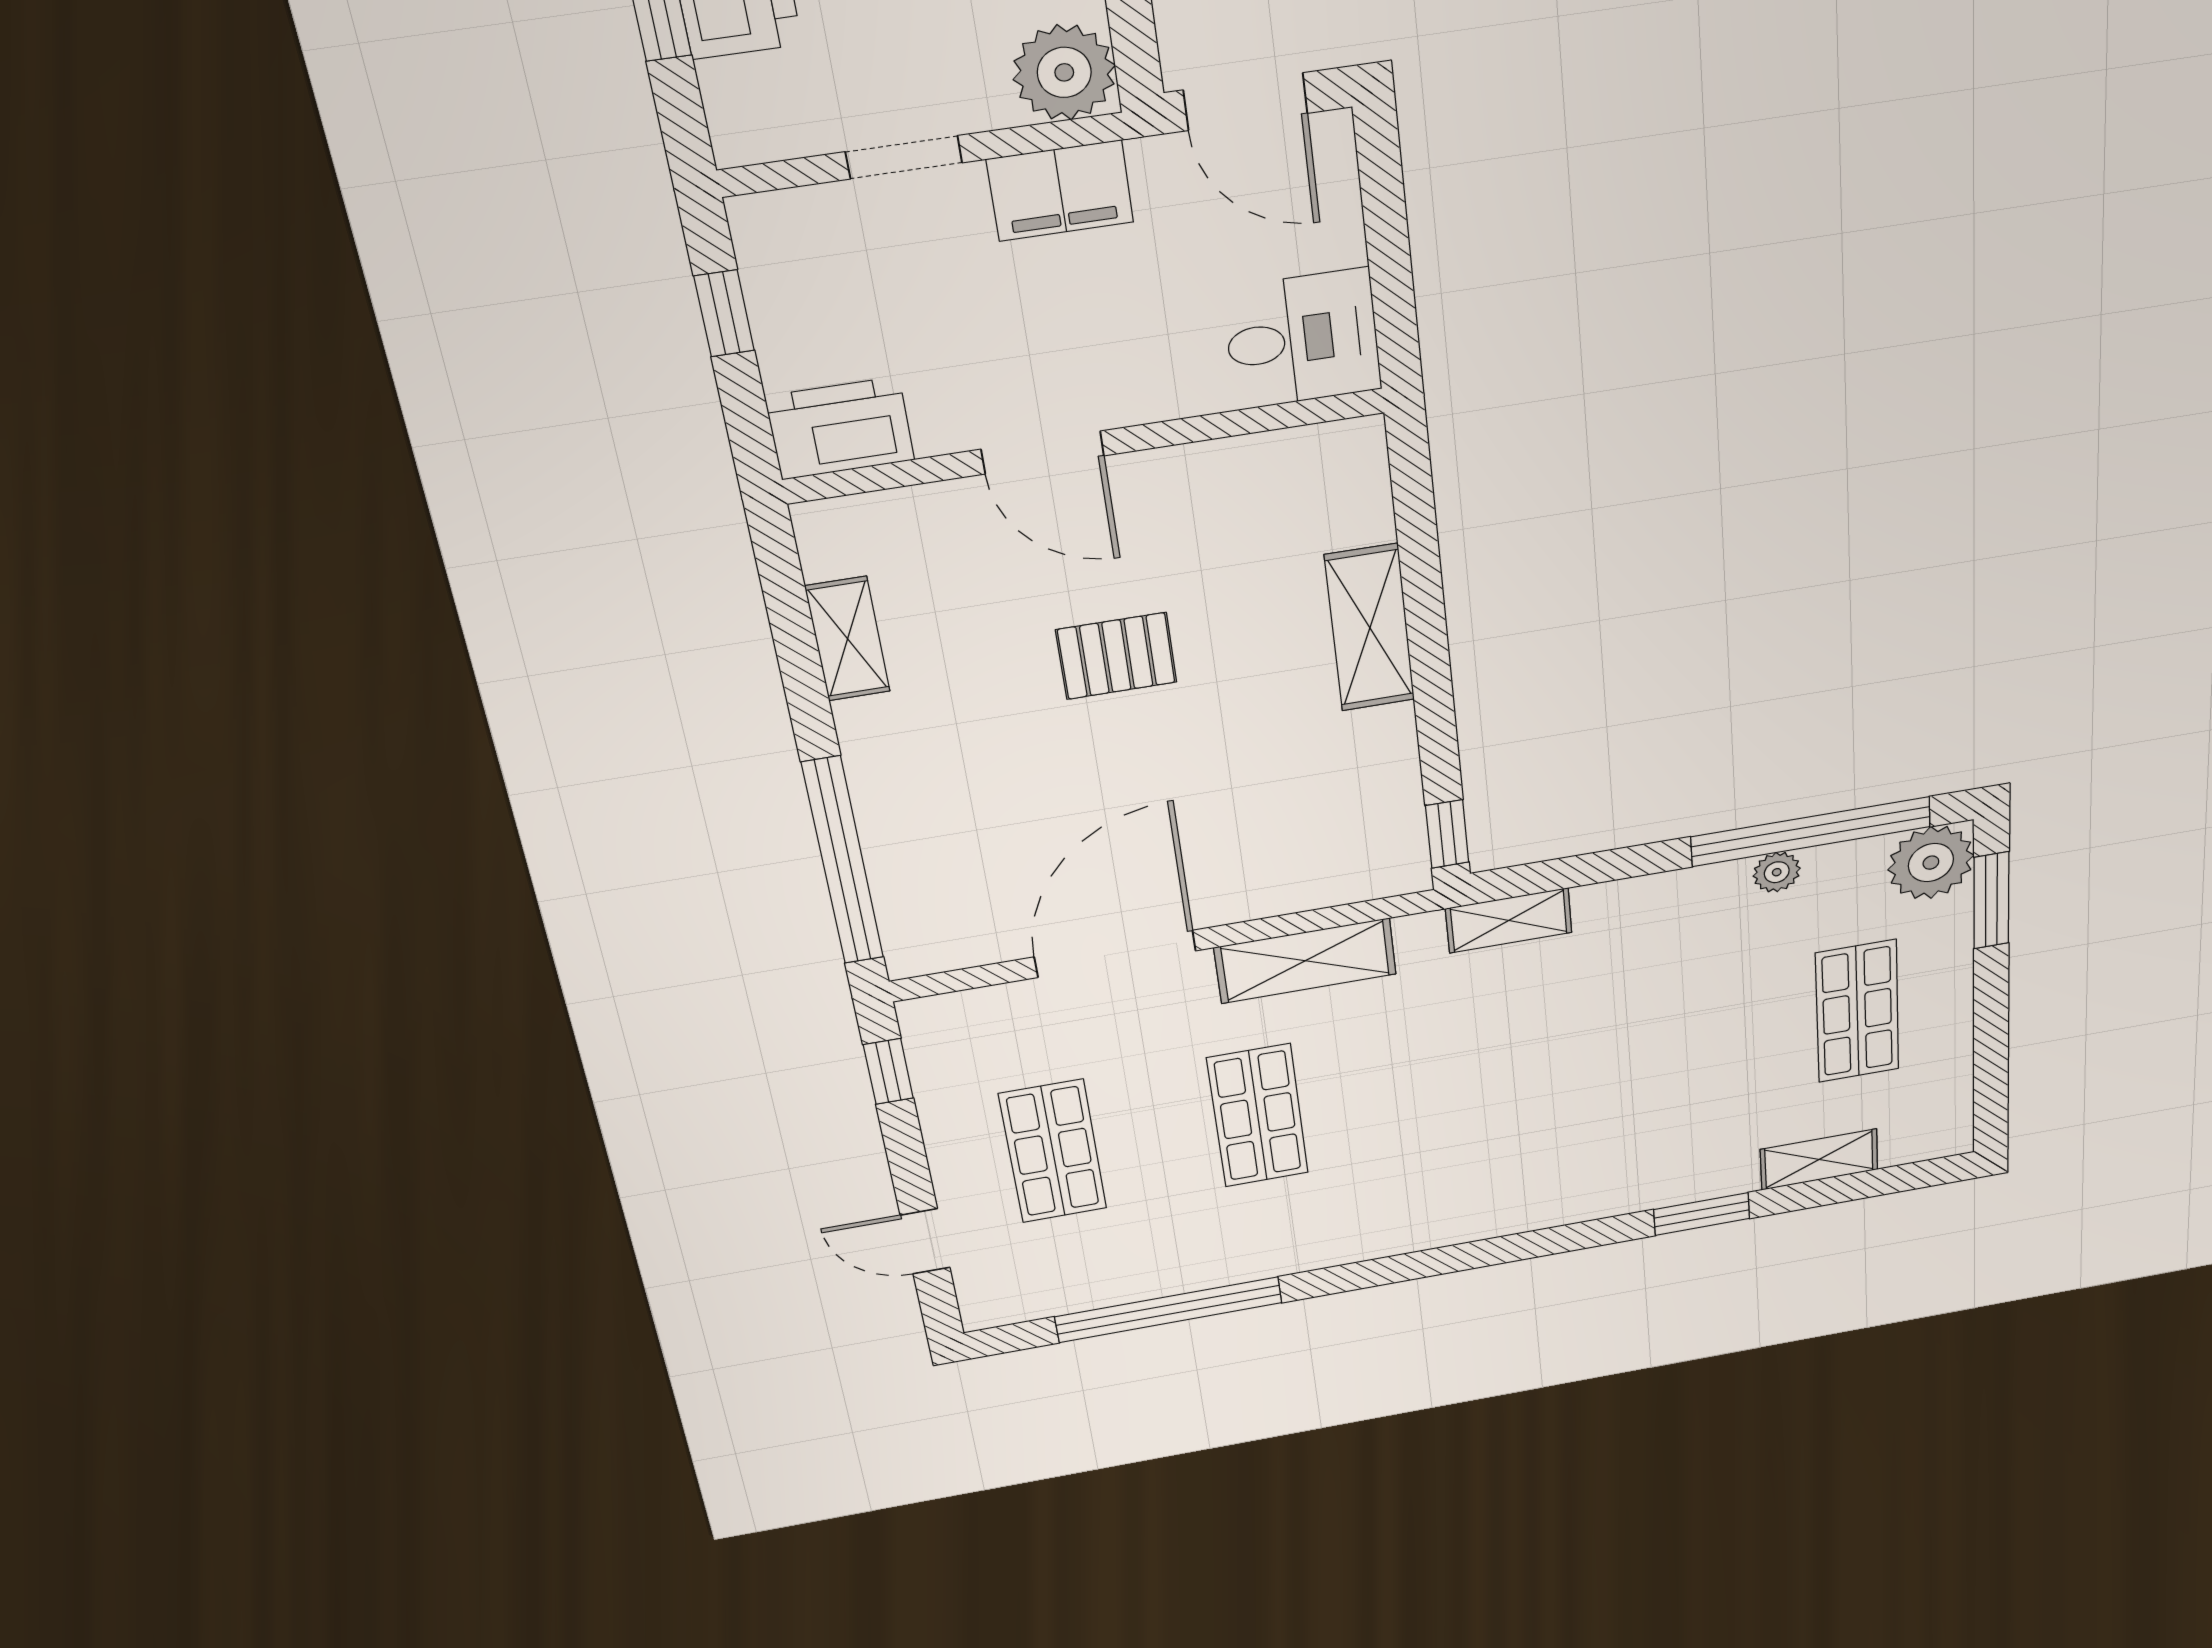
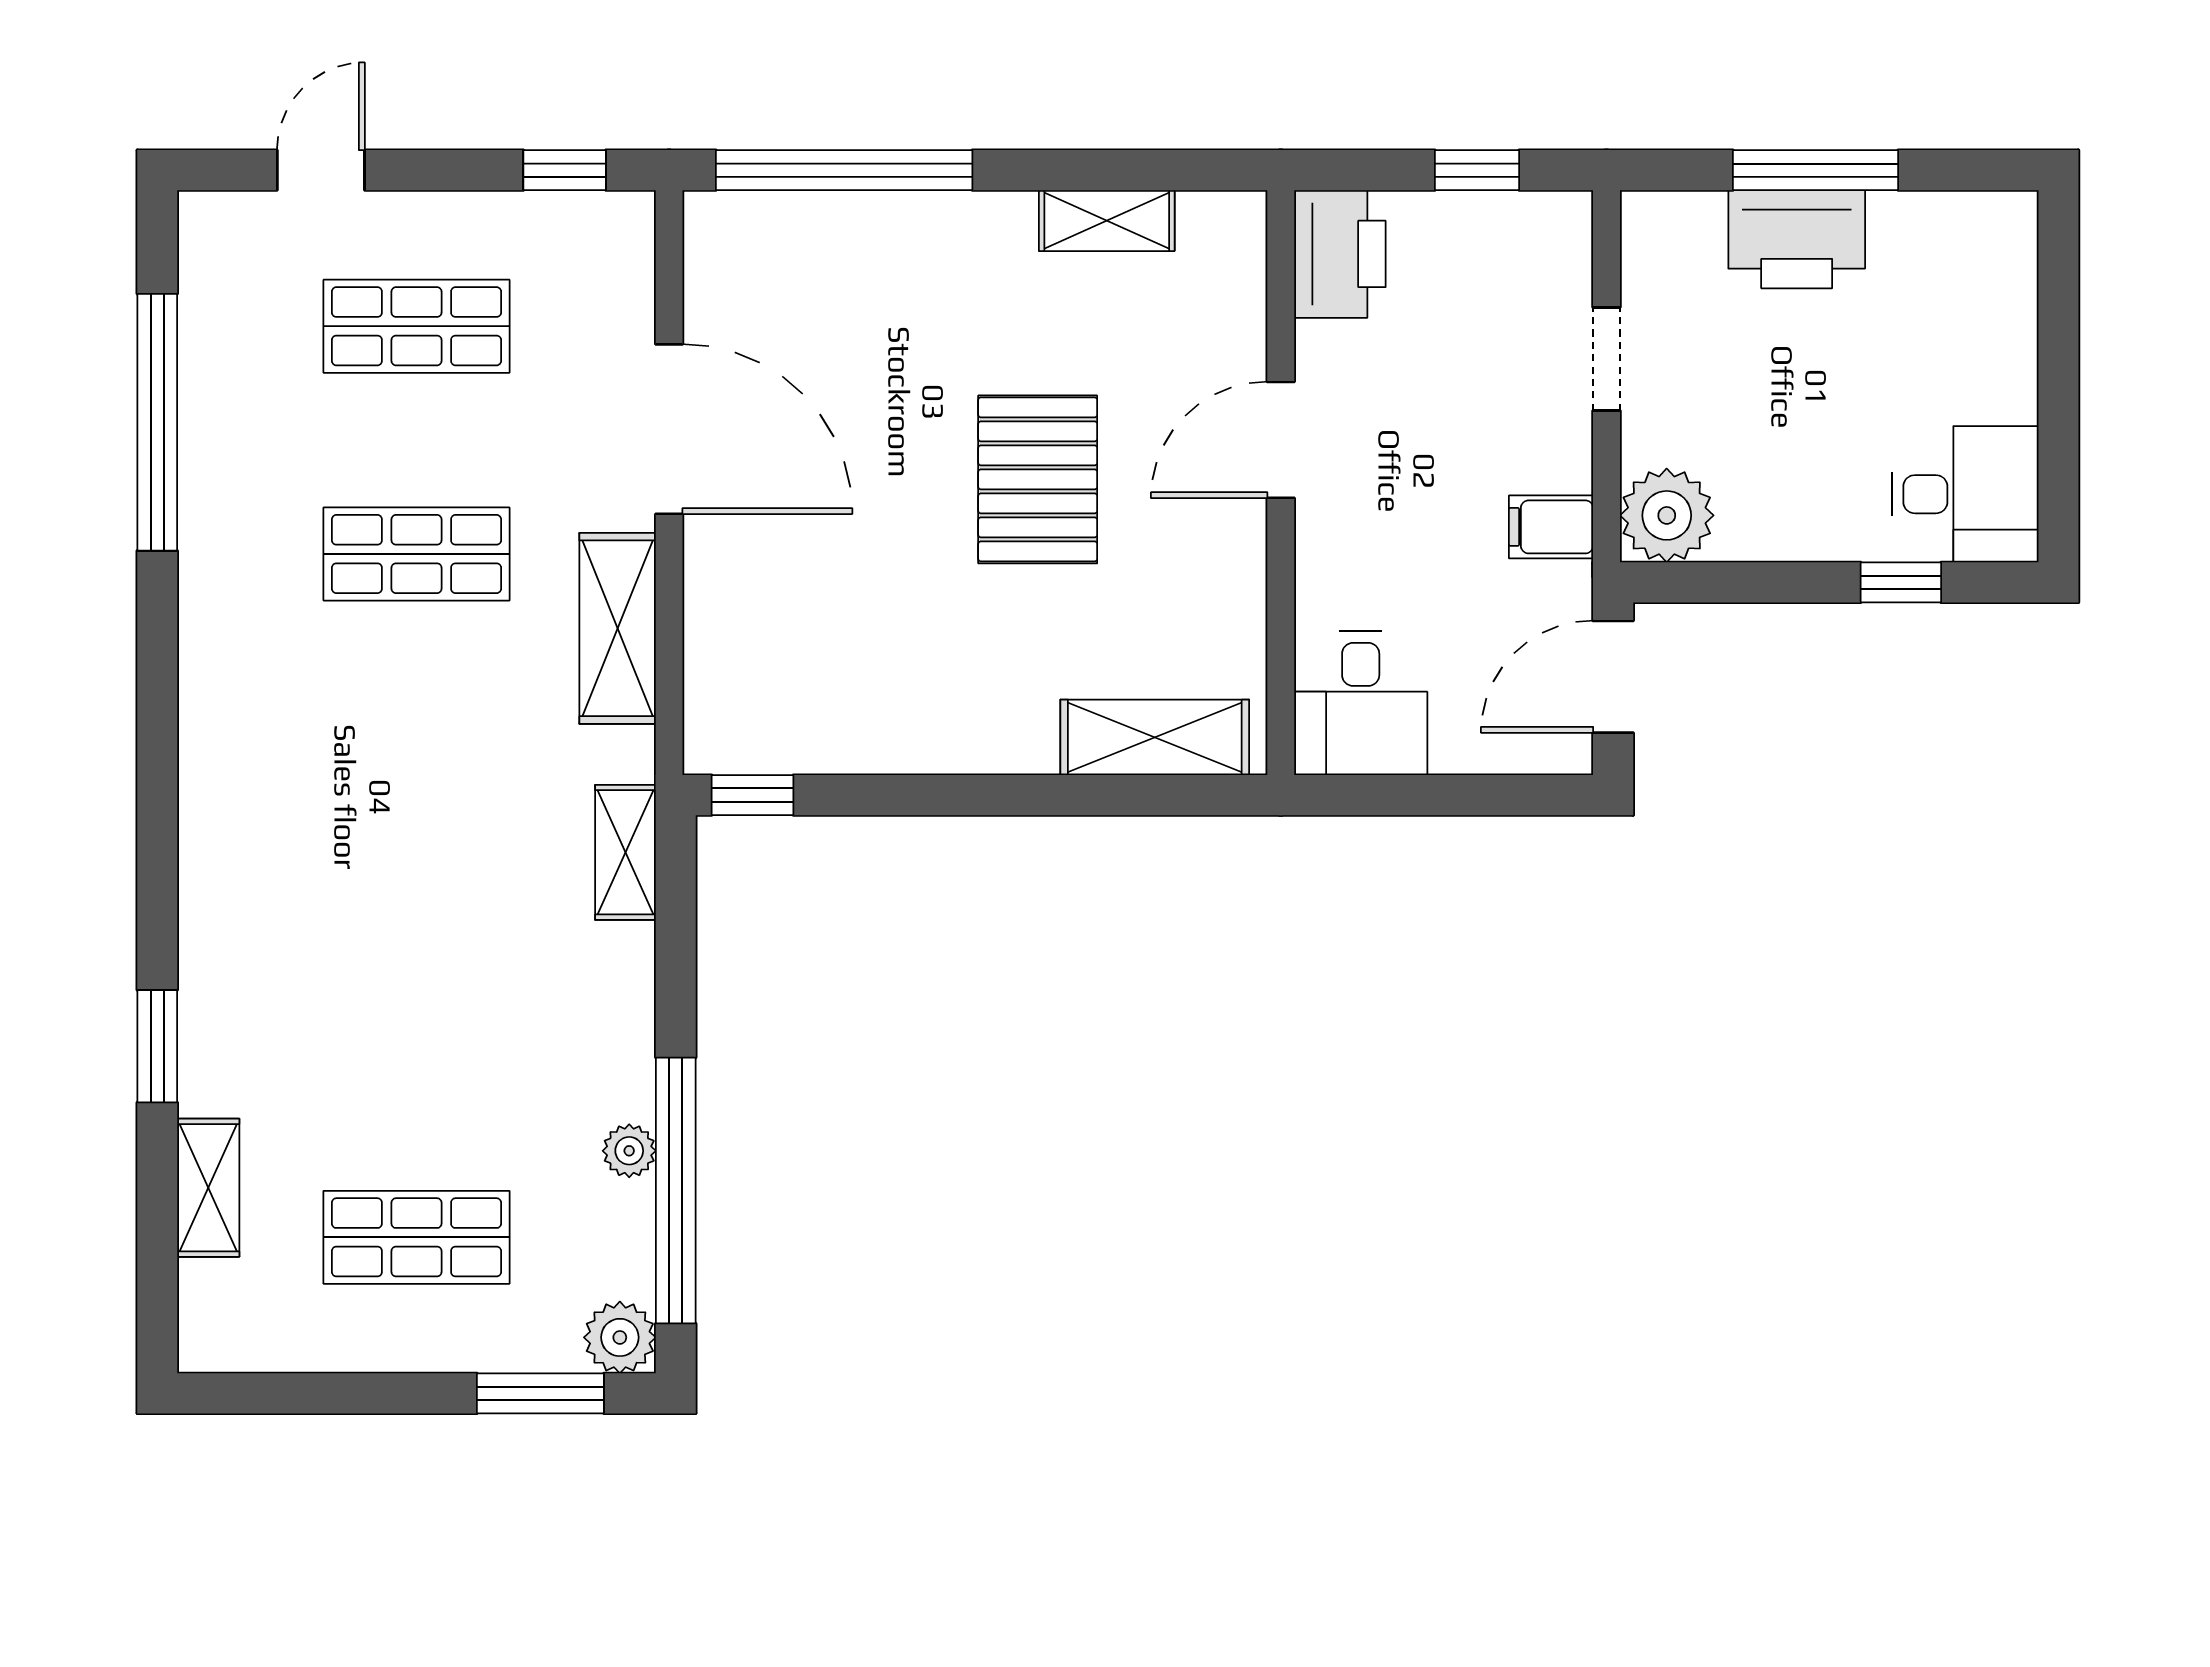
filing cabinet: (1060, 191) -> (1551, 527), width x0.50
shelving: (1370, 628) -> (1155, 737), moved
pallet: (1116, 656) -> (1038, 479), width x1.50, depth x1.42
plant: (1931, 863) -> (620, 1337), width x0.73, depth x0.73

